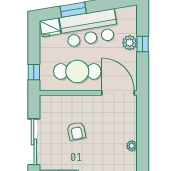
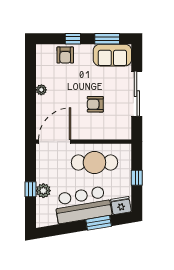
window: (34, 72) -> (137, 178), moved
door: (118, 93) -> (55, 142), swing flipped
armchair: (76, 131) -> (95, 104), turned -79

